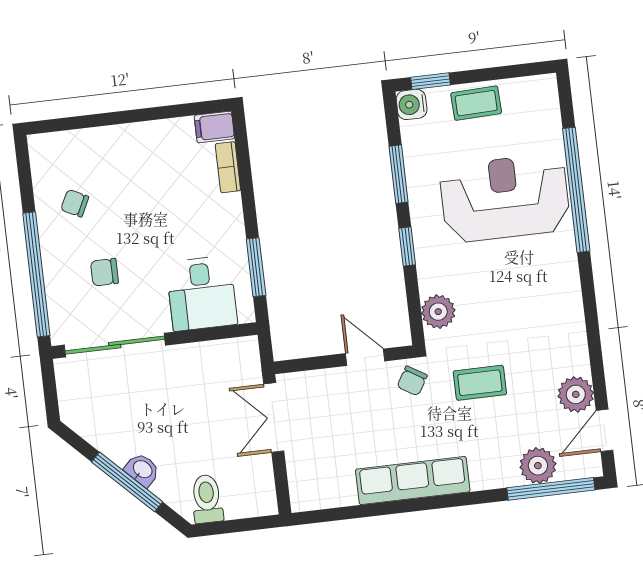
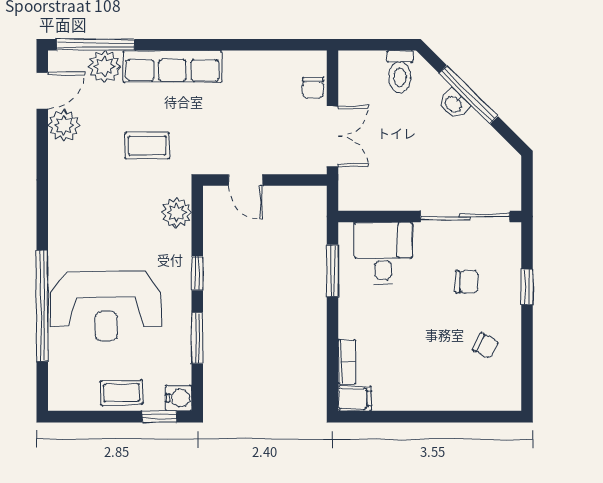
window: (36, 274) -> (527, 287), width x0.32
chair: (412, 381) -> (313, 88), moved, turned 149
row of seats: (413, 481) -> (172, 66), moved

